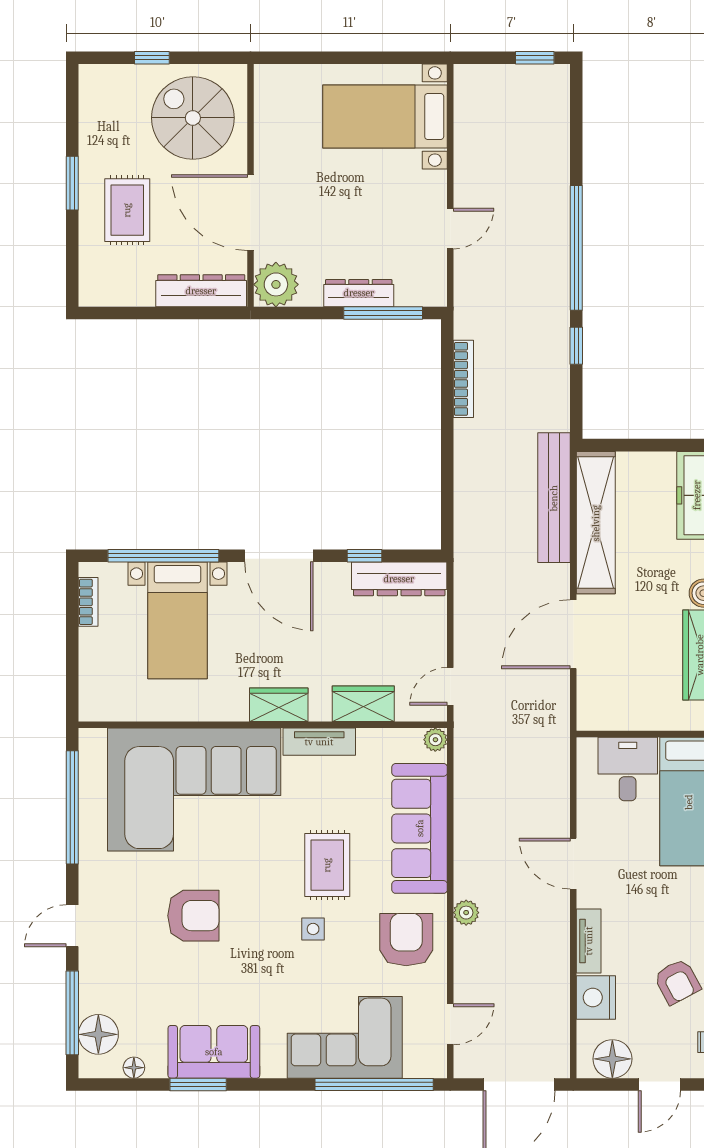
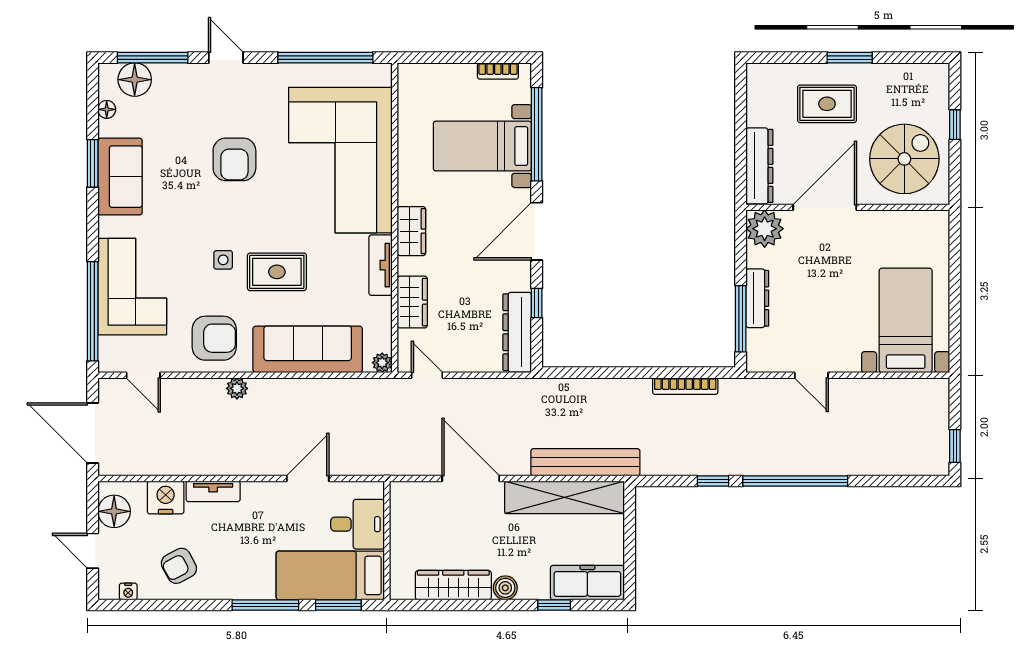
door: (573, 864) -> (308, 478), moved

